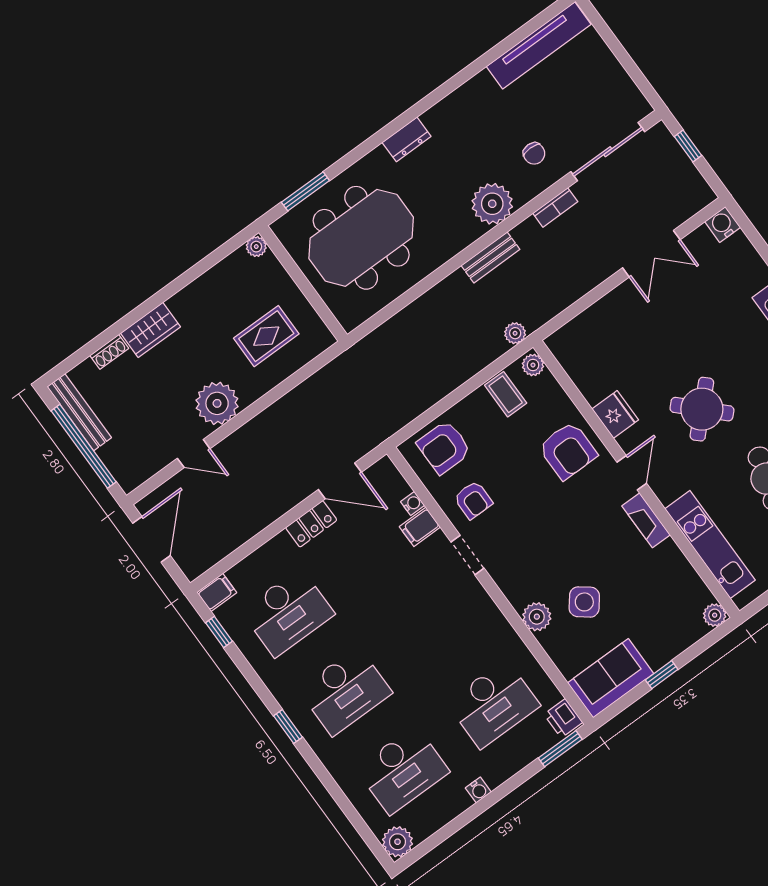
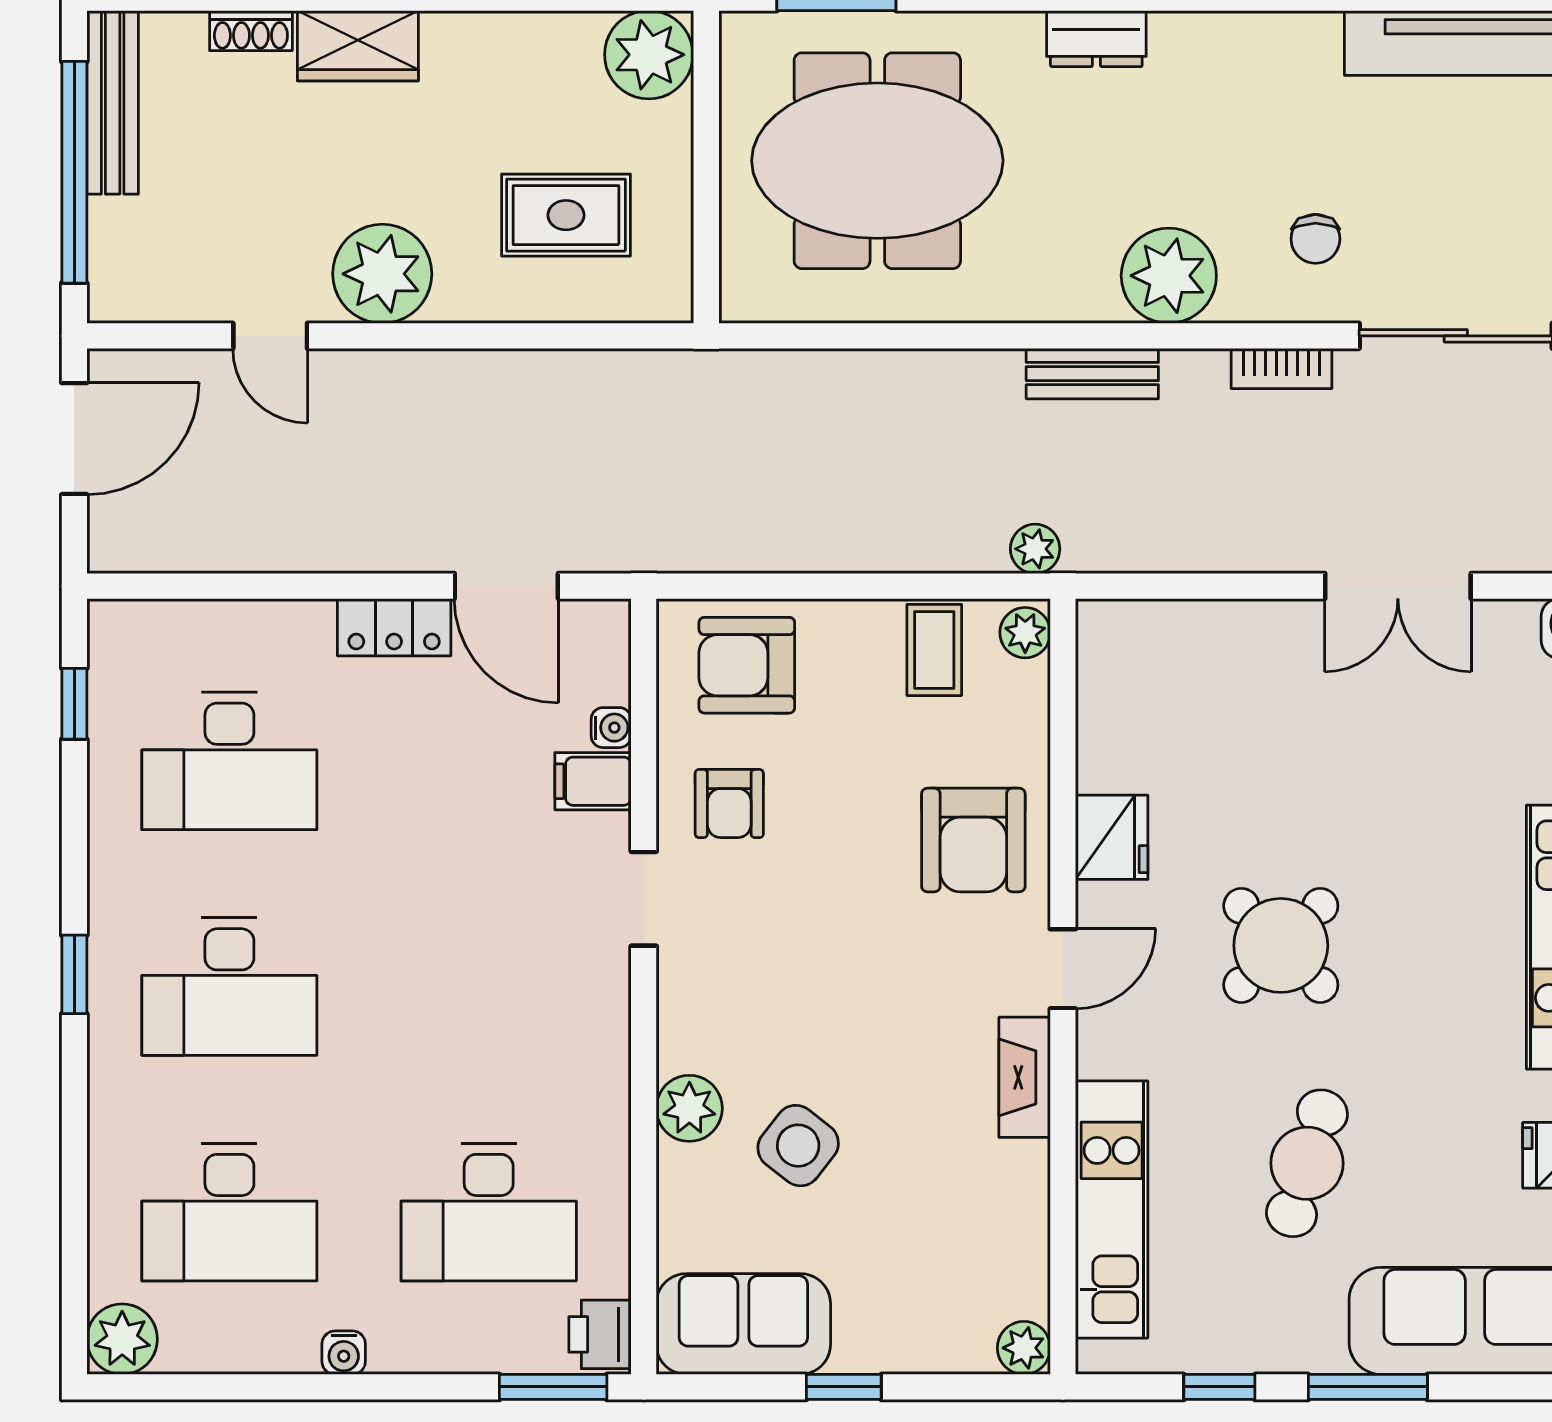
plant: (256, 247) -> (649, 55), width x1.88, depth x1.88
filing cabinet: (217, 592) -> (124, 627), removed

